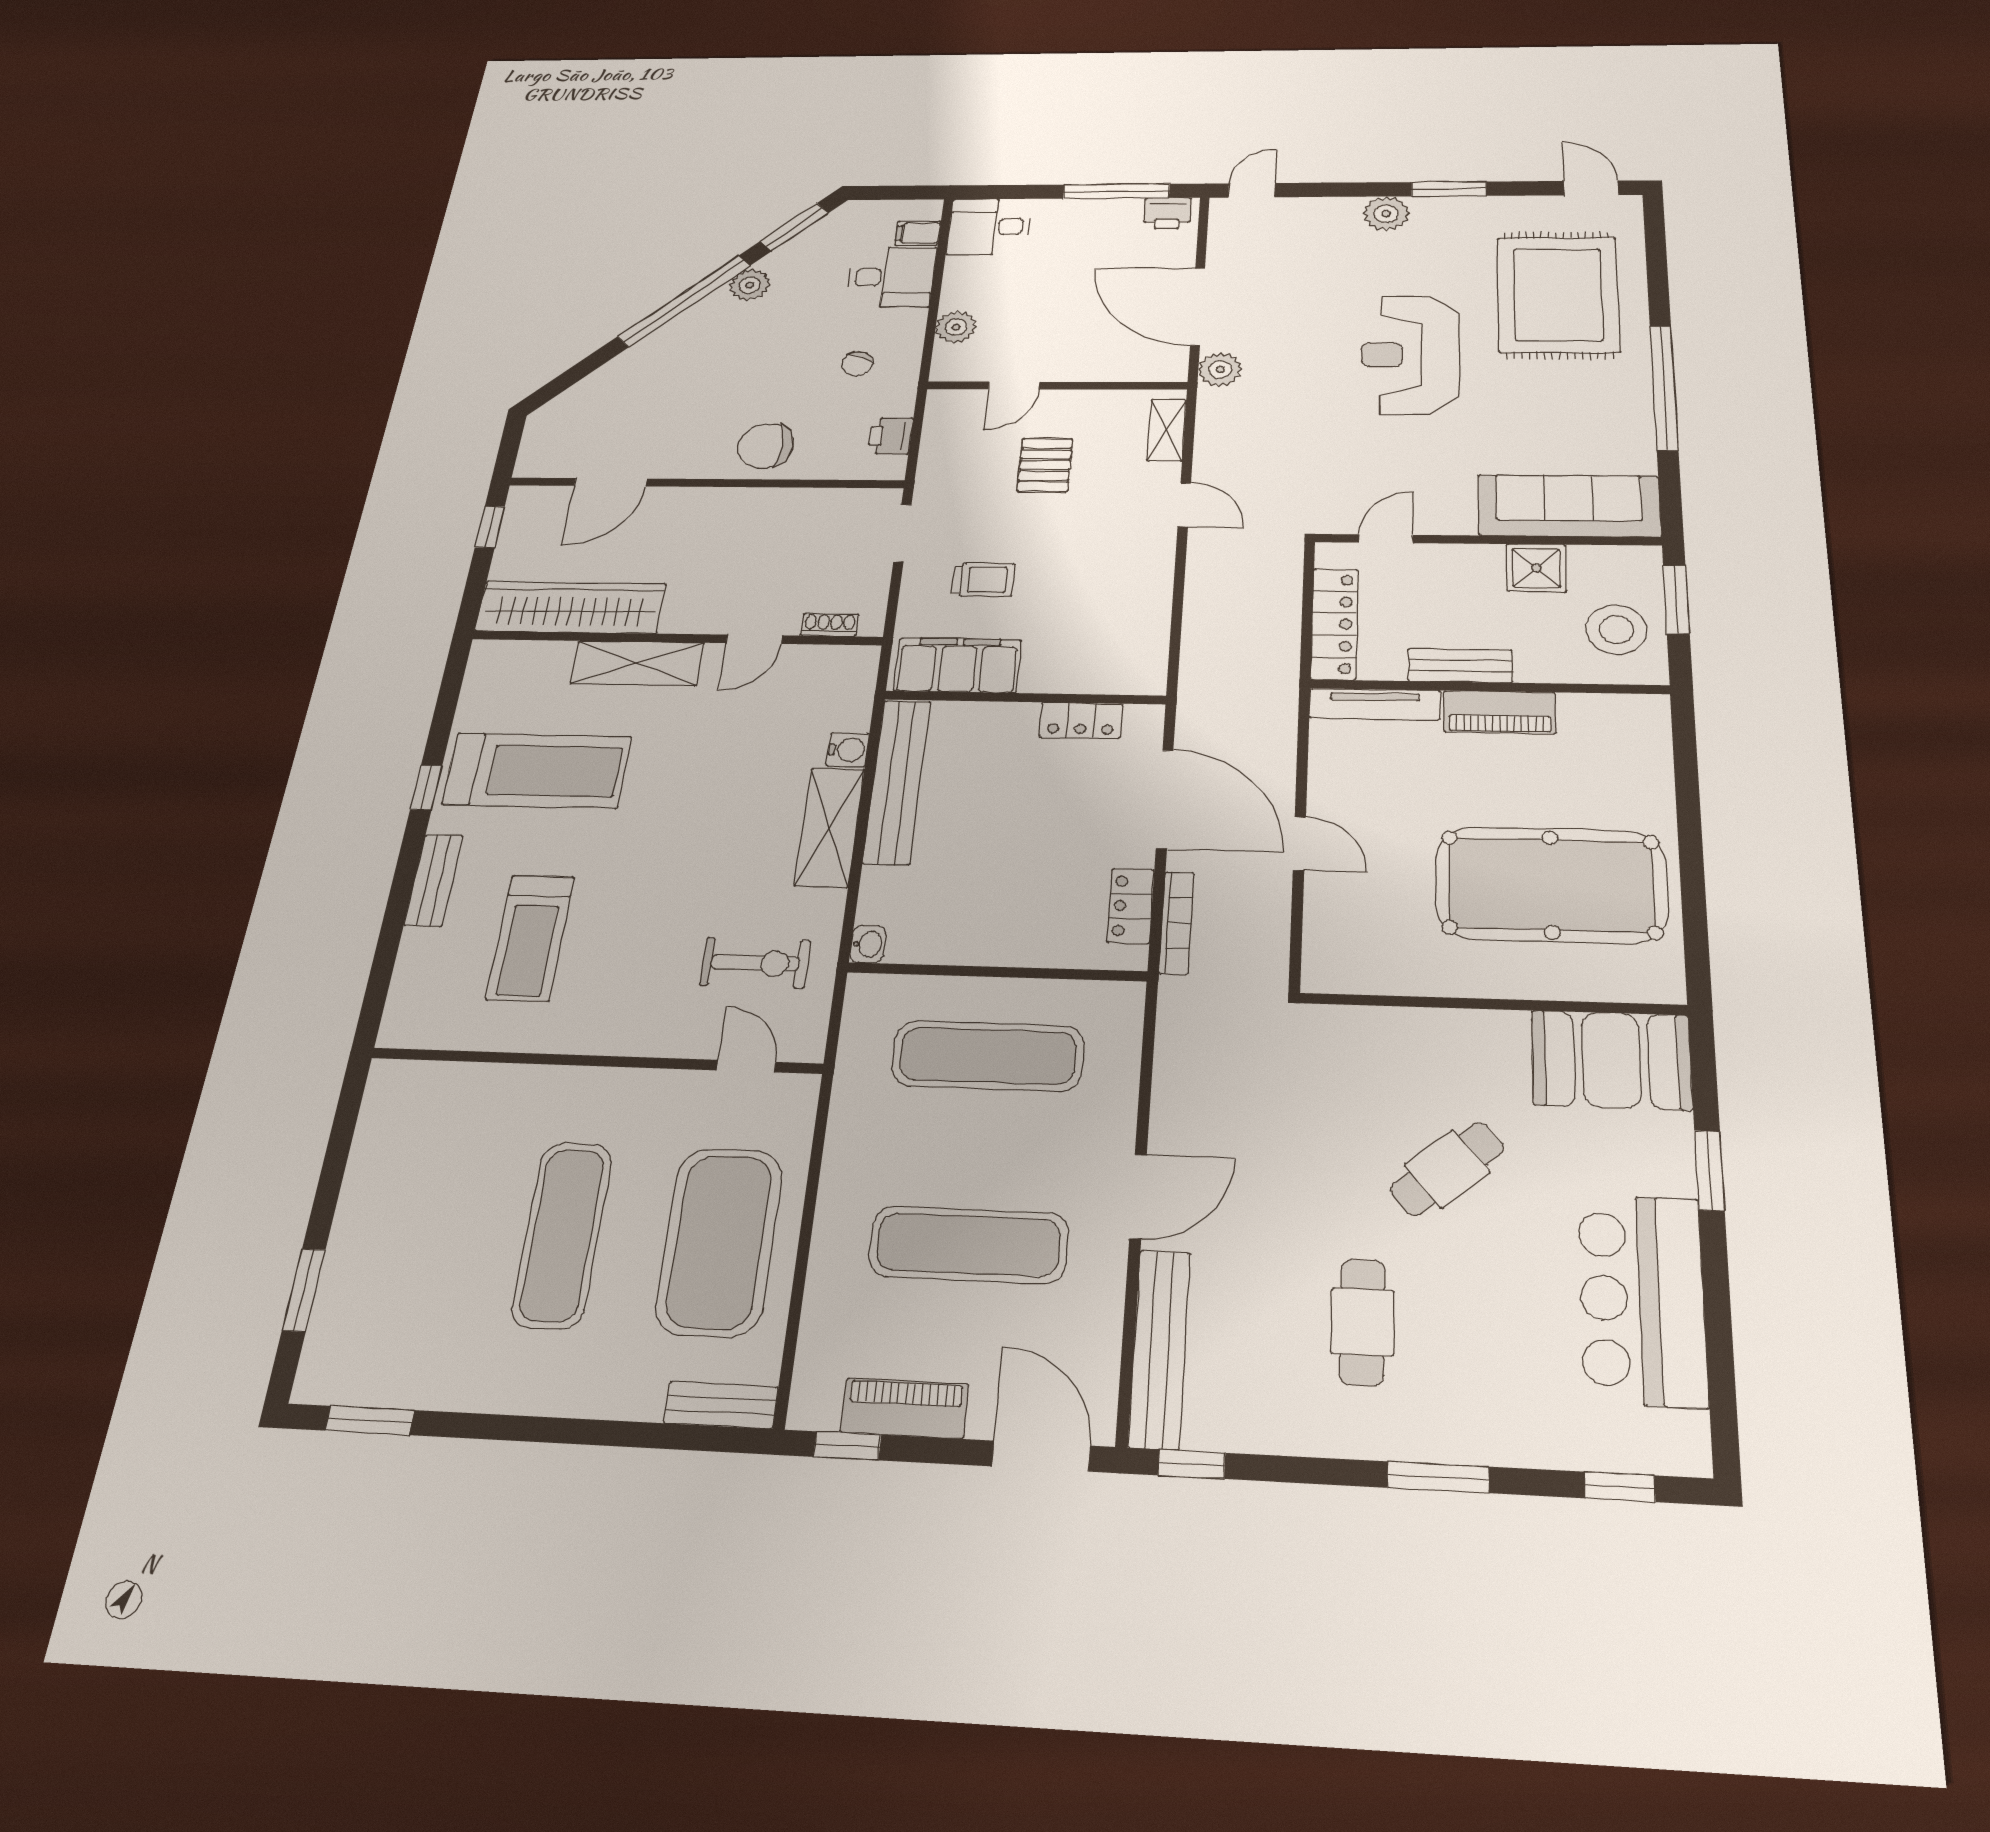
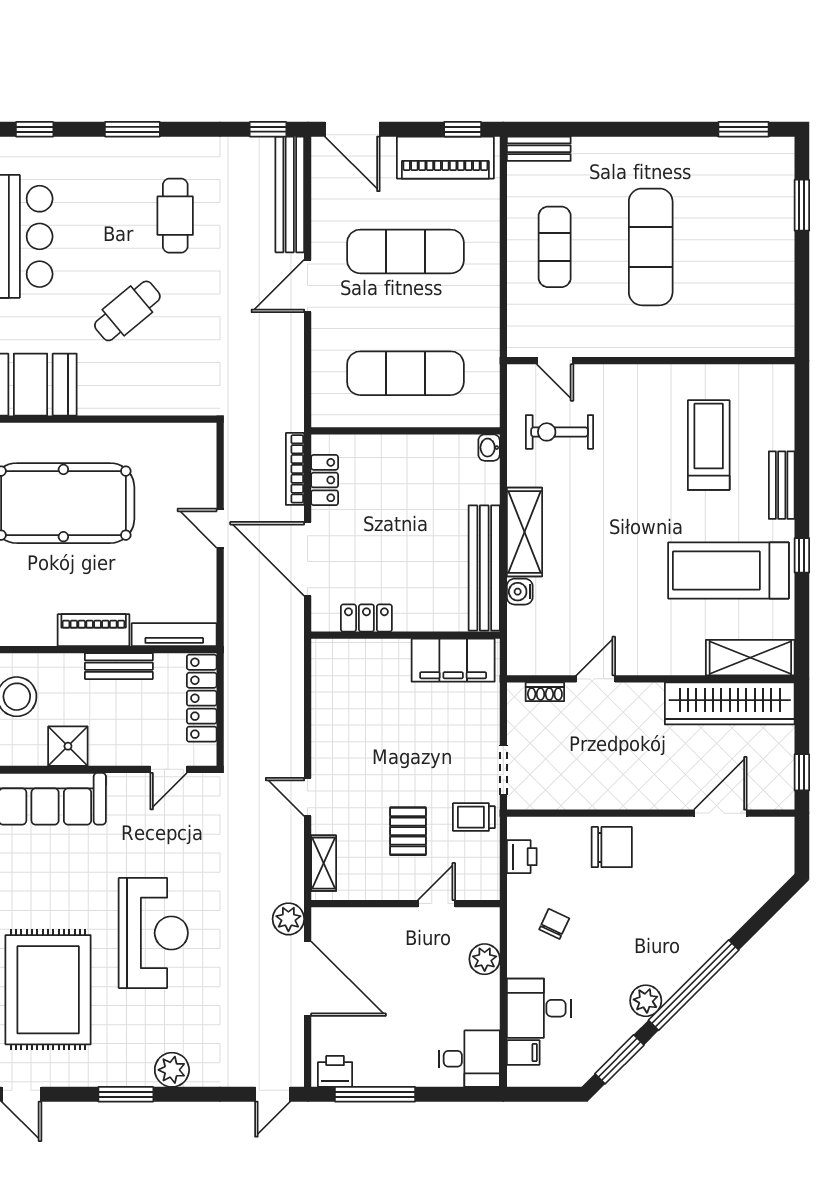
trolley: (983, 580) -> (474, 817), moved
shelving: (637, 663) -> (750, 658), moved
exercise mat: (719, 1241) -> (555, 247), width x0.50, depth x0.69
piano: (905, 1408) -> (445, 158), width x1.37, depth x1.33

